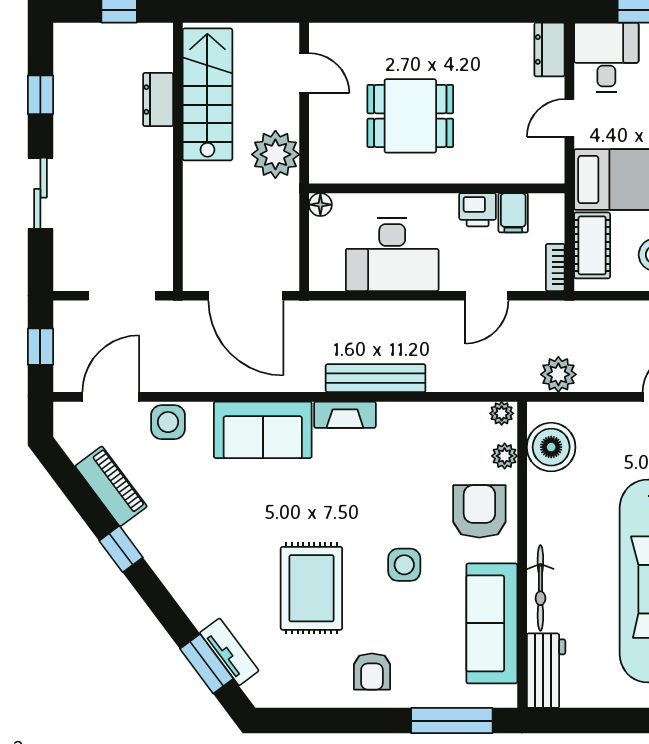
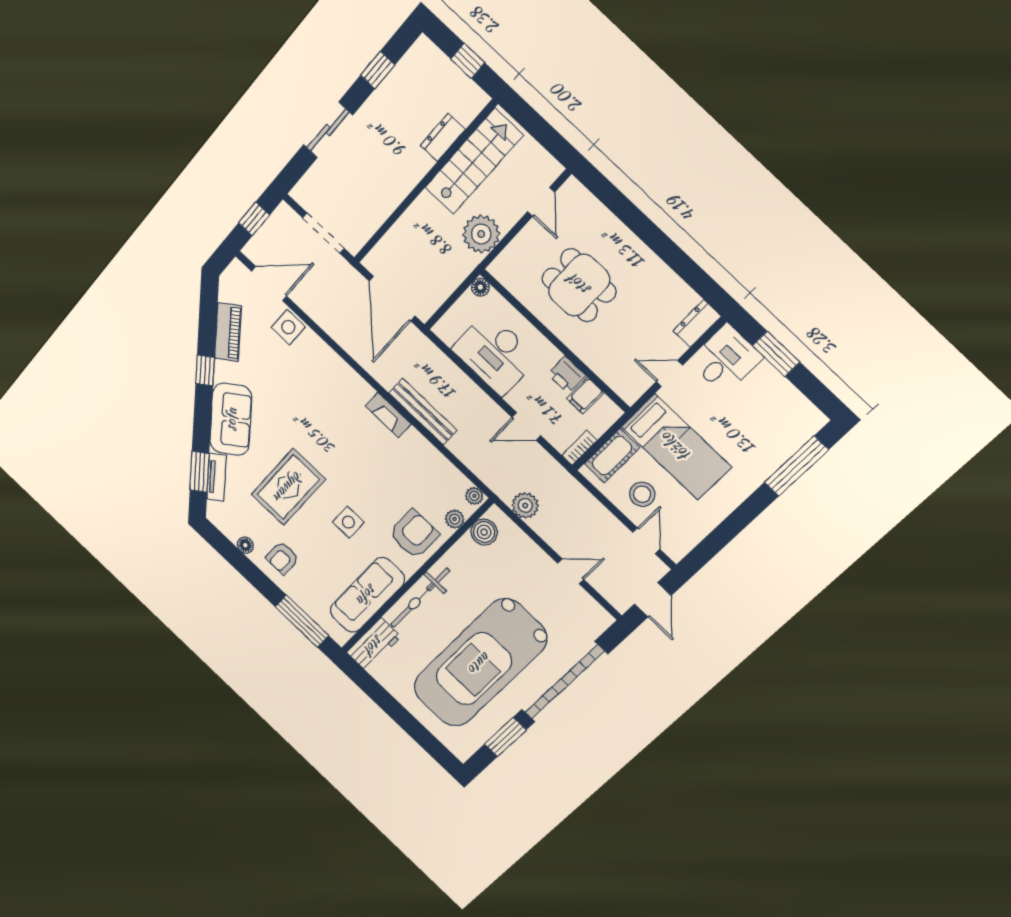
sofa: (263, 430) -> (231, 419), moved, turned -127
boiler: (551, 447) -> (484, 532), width x0.73, depth x0.73
bicycle: (540, 588) -> (420, 598), width x1.37, depth x1.40
floor lamp: (322, 696) -> (245, 545), added

